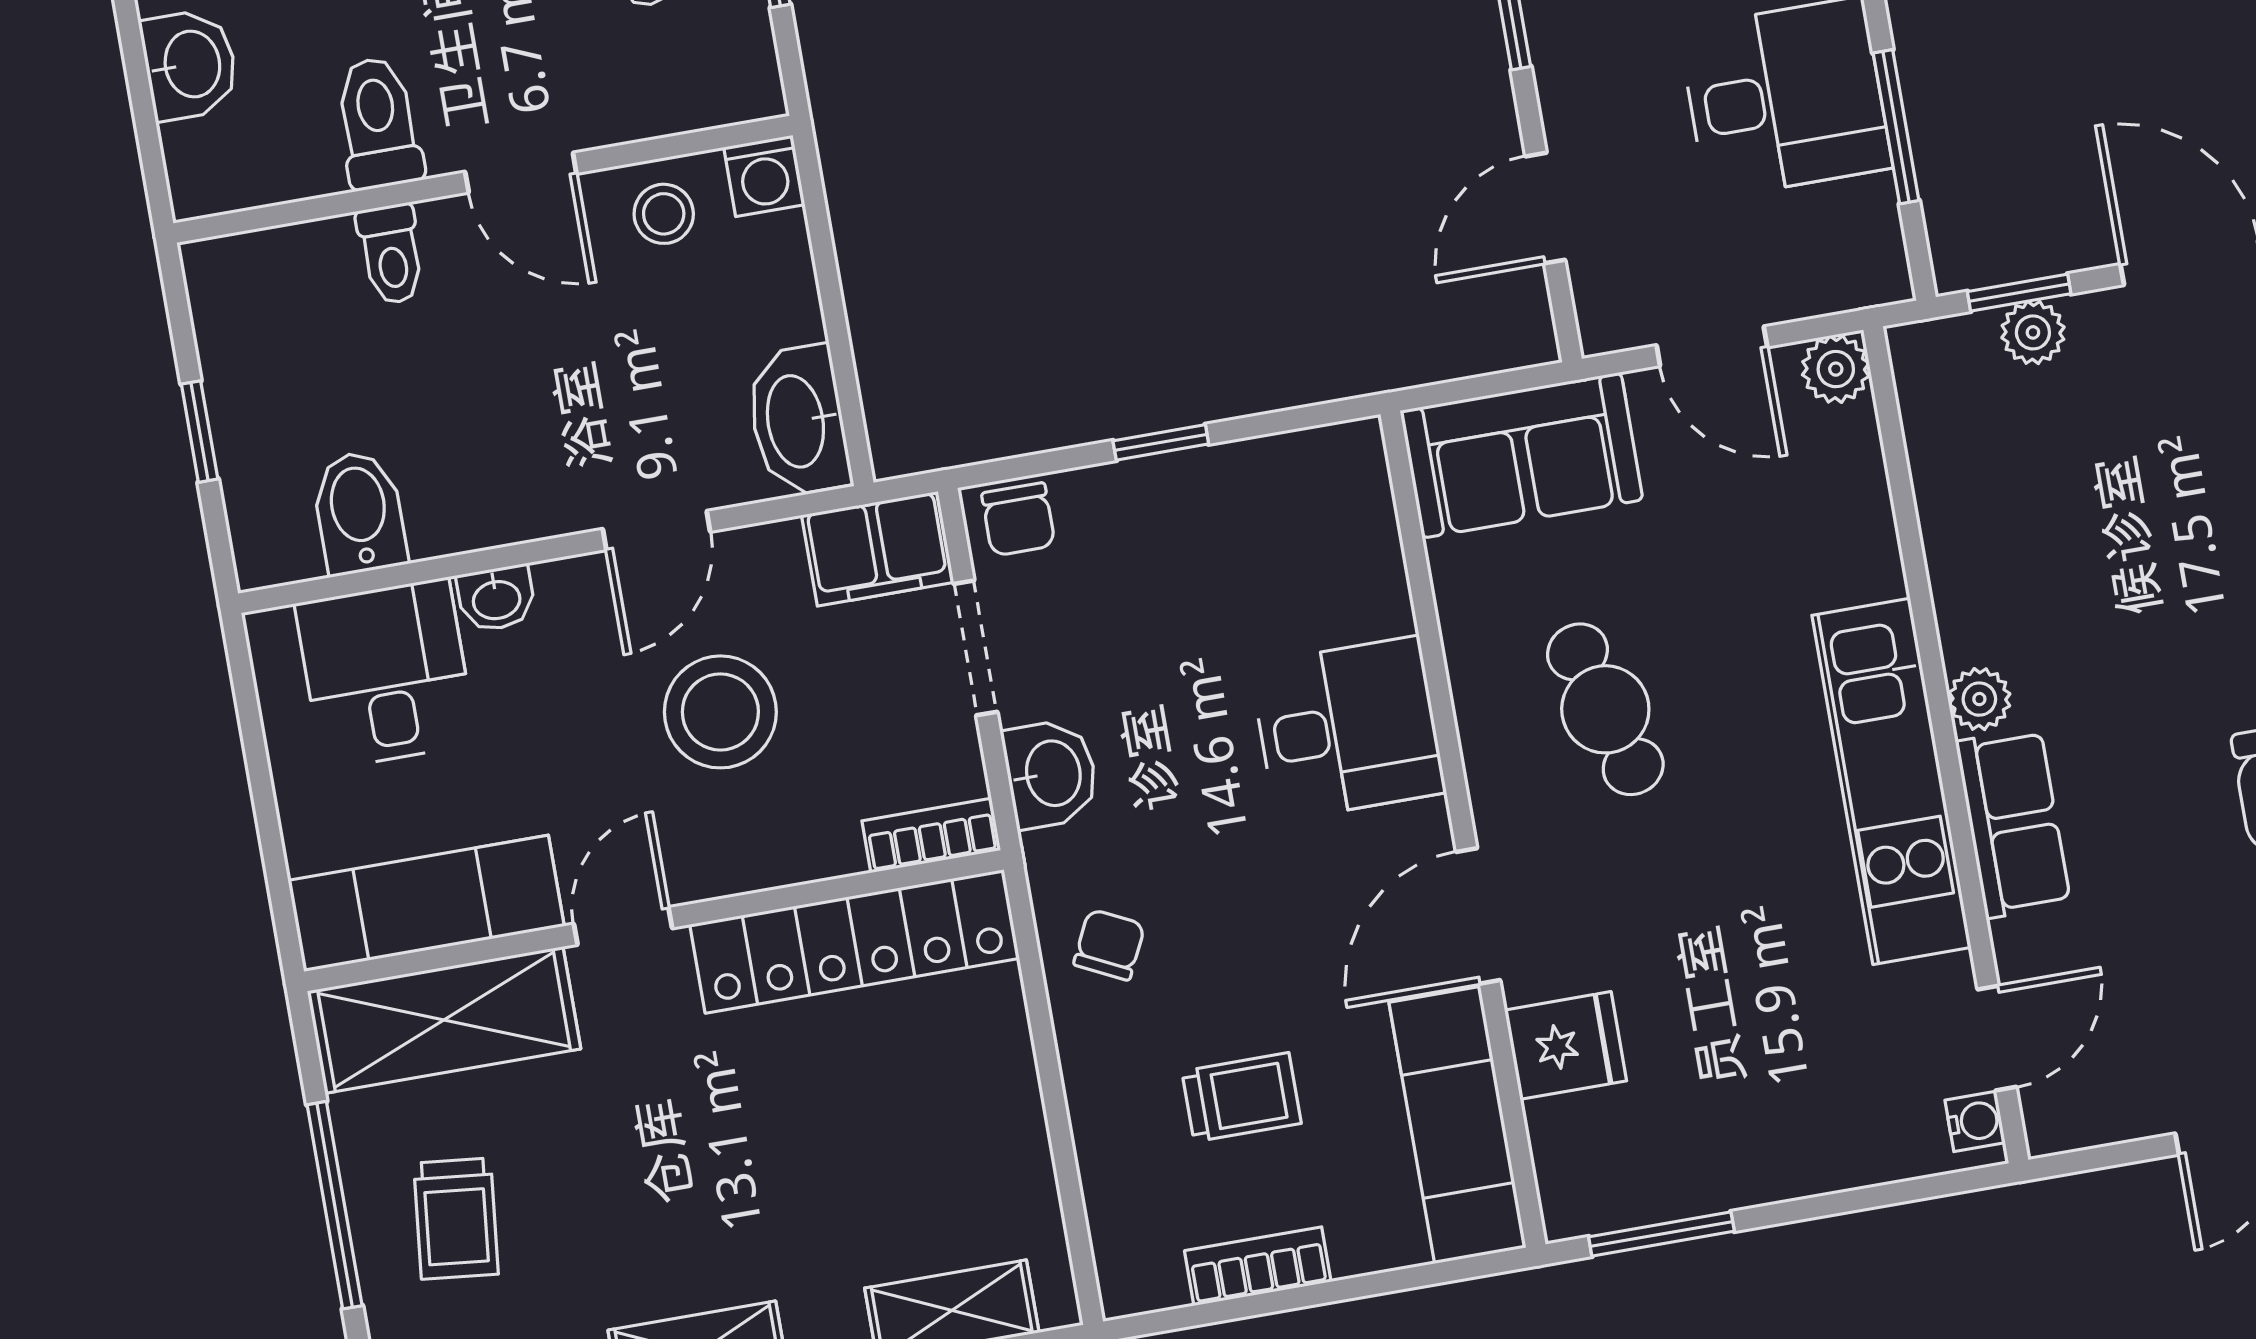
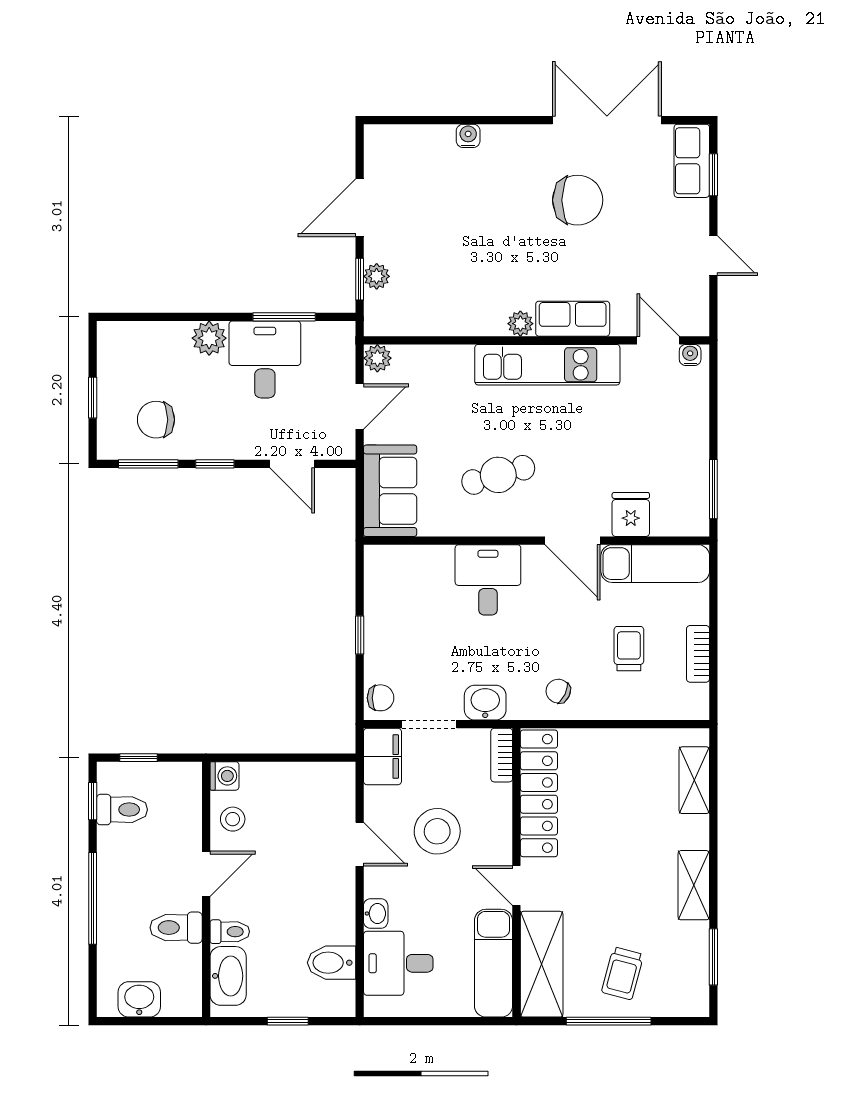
washbasin: (798, 421) -> (228, 976), moved, turned -90
trolley: (456, 1219) -> (623, 973), turned 99

